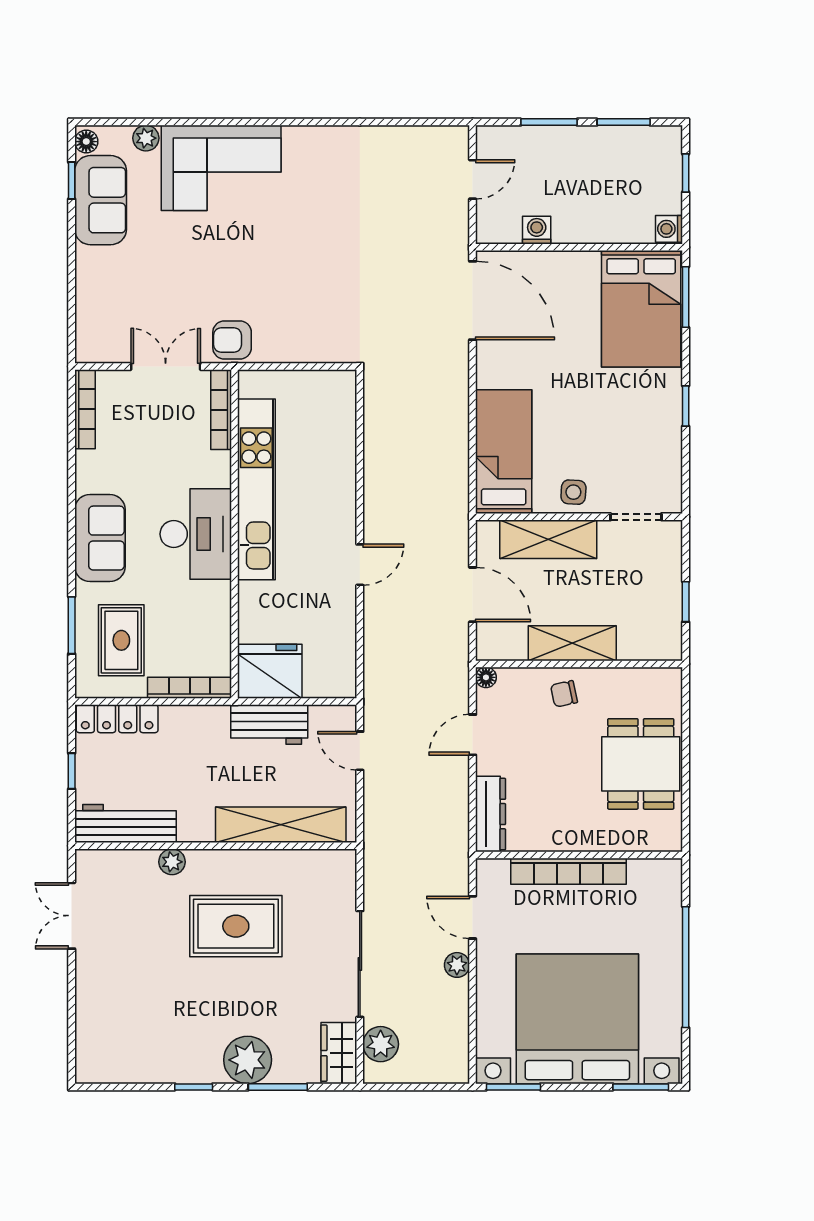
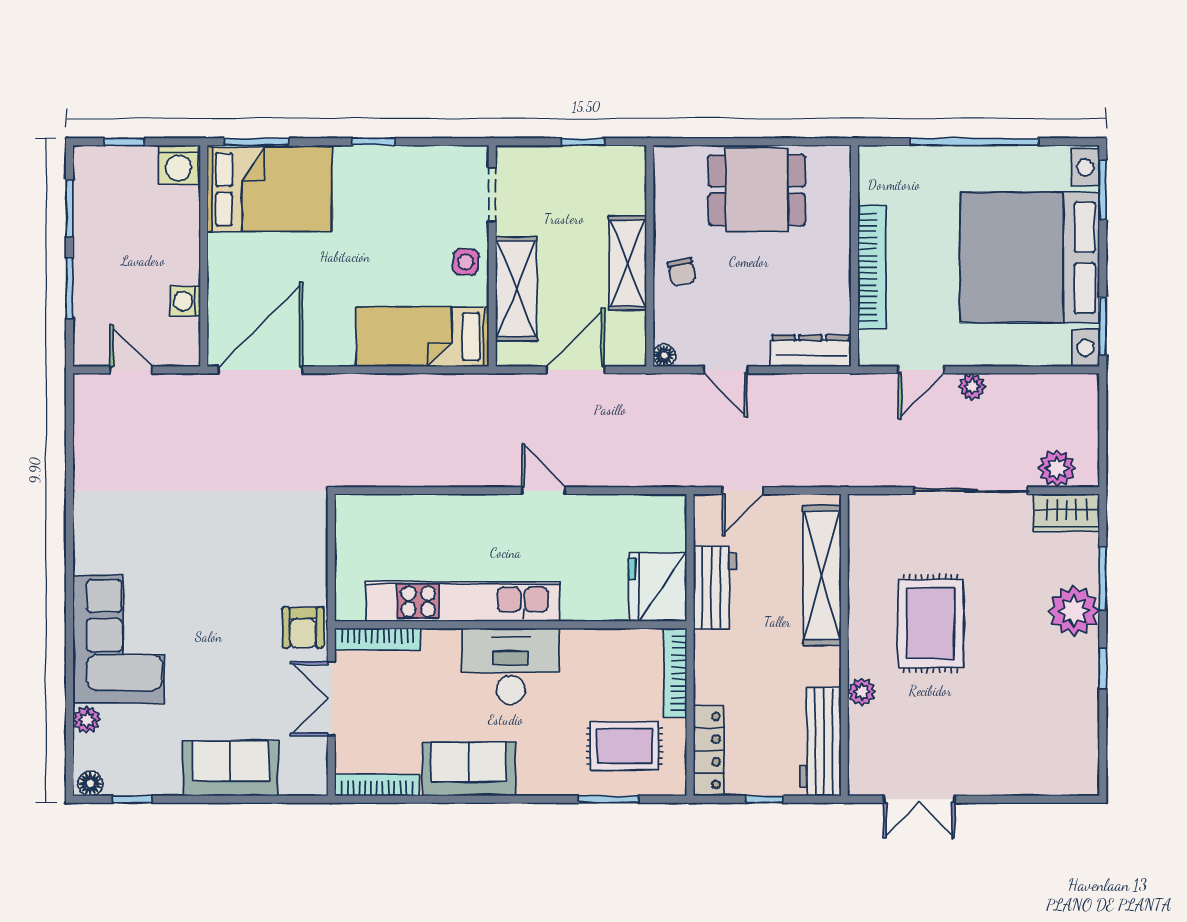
sofa: (101, 200) -> (231, 768), moved
washing machine: (669, 229) -> (178, 165), width x1.38, depth x1.38
sofa: (100, 538) -> (469, 769), moved

